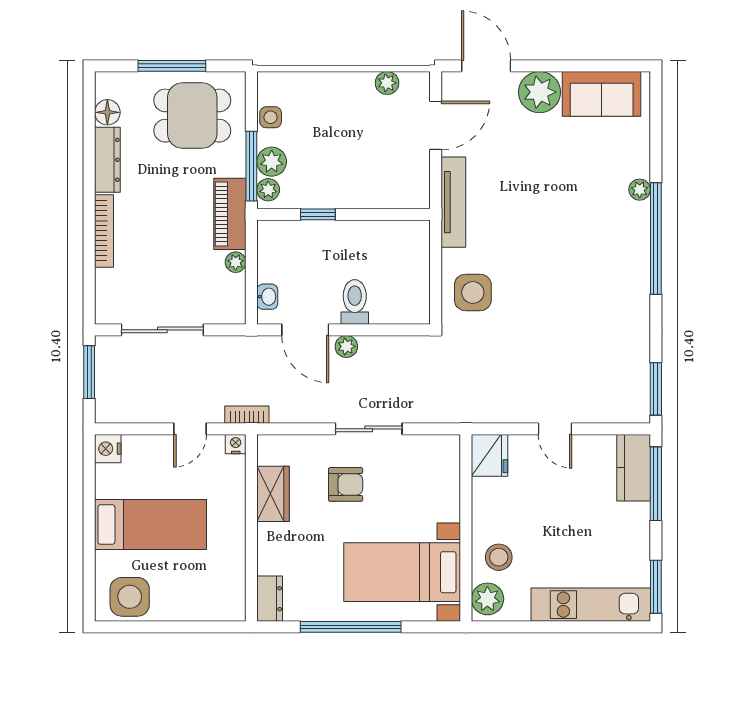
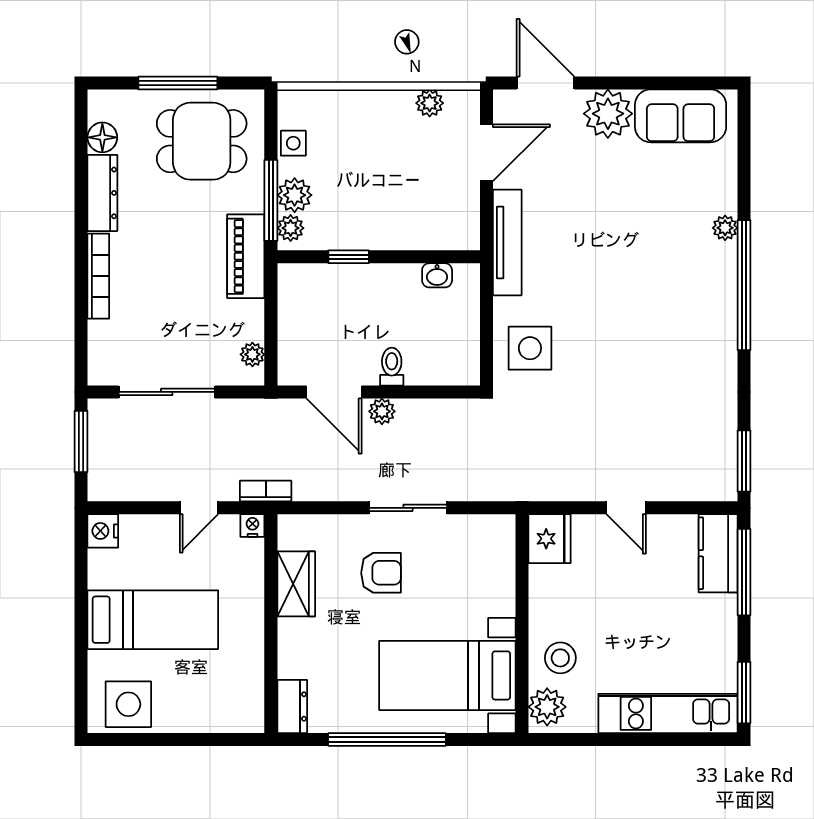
plant: (236, 262) -> (252, 354), moved
washbasin: (267, 297) -> (437, 275), moved, turned 90
toilet: (355, 302) -> (392, 367), width x0.73, depth x0.72

